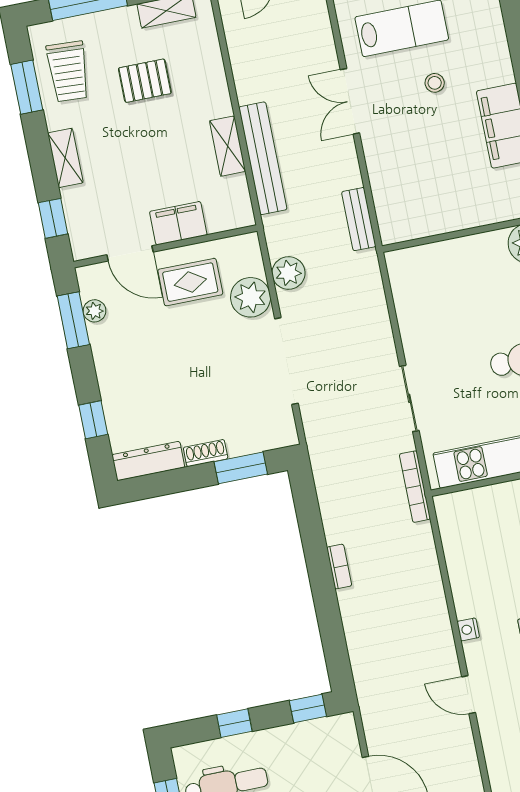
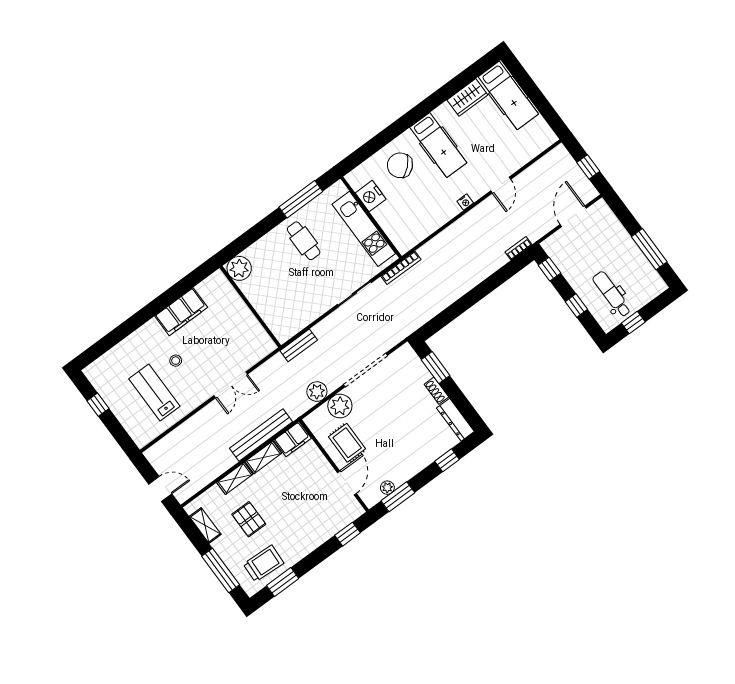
double door: (350, 101) -> (231, 385), moved
shelving: (65, 158) -> (235, 478), moved
bench: (359, 219) -> (299, 345), moved
filing cabinet: (178, 223) -> (292, 439), moved, turned -90
bookcase: (339, 567) -> (518, 248), moved

